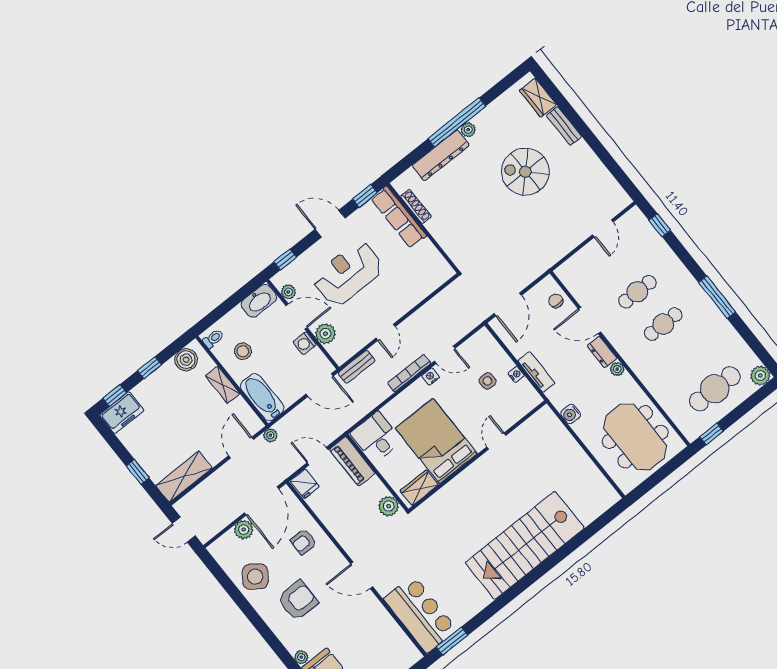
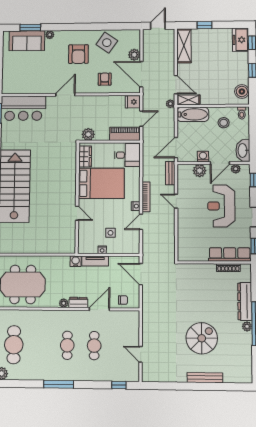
wardrobe: (538, 98) -> (235, 376), removed
bench: (564, 126) -> (205, 378), width x1.36
reception desk: (348, 273) -> (221, 206), turned 180
shelving: (222, 385) -> (188, 100), moved
water cooler: (571, 414) -> (76, 261), moved

